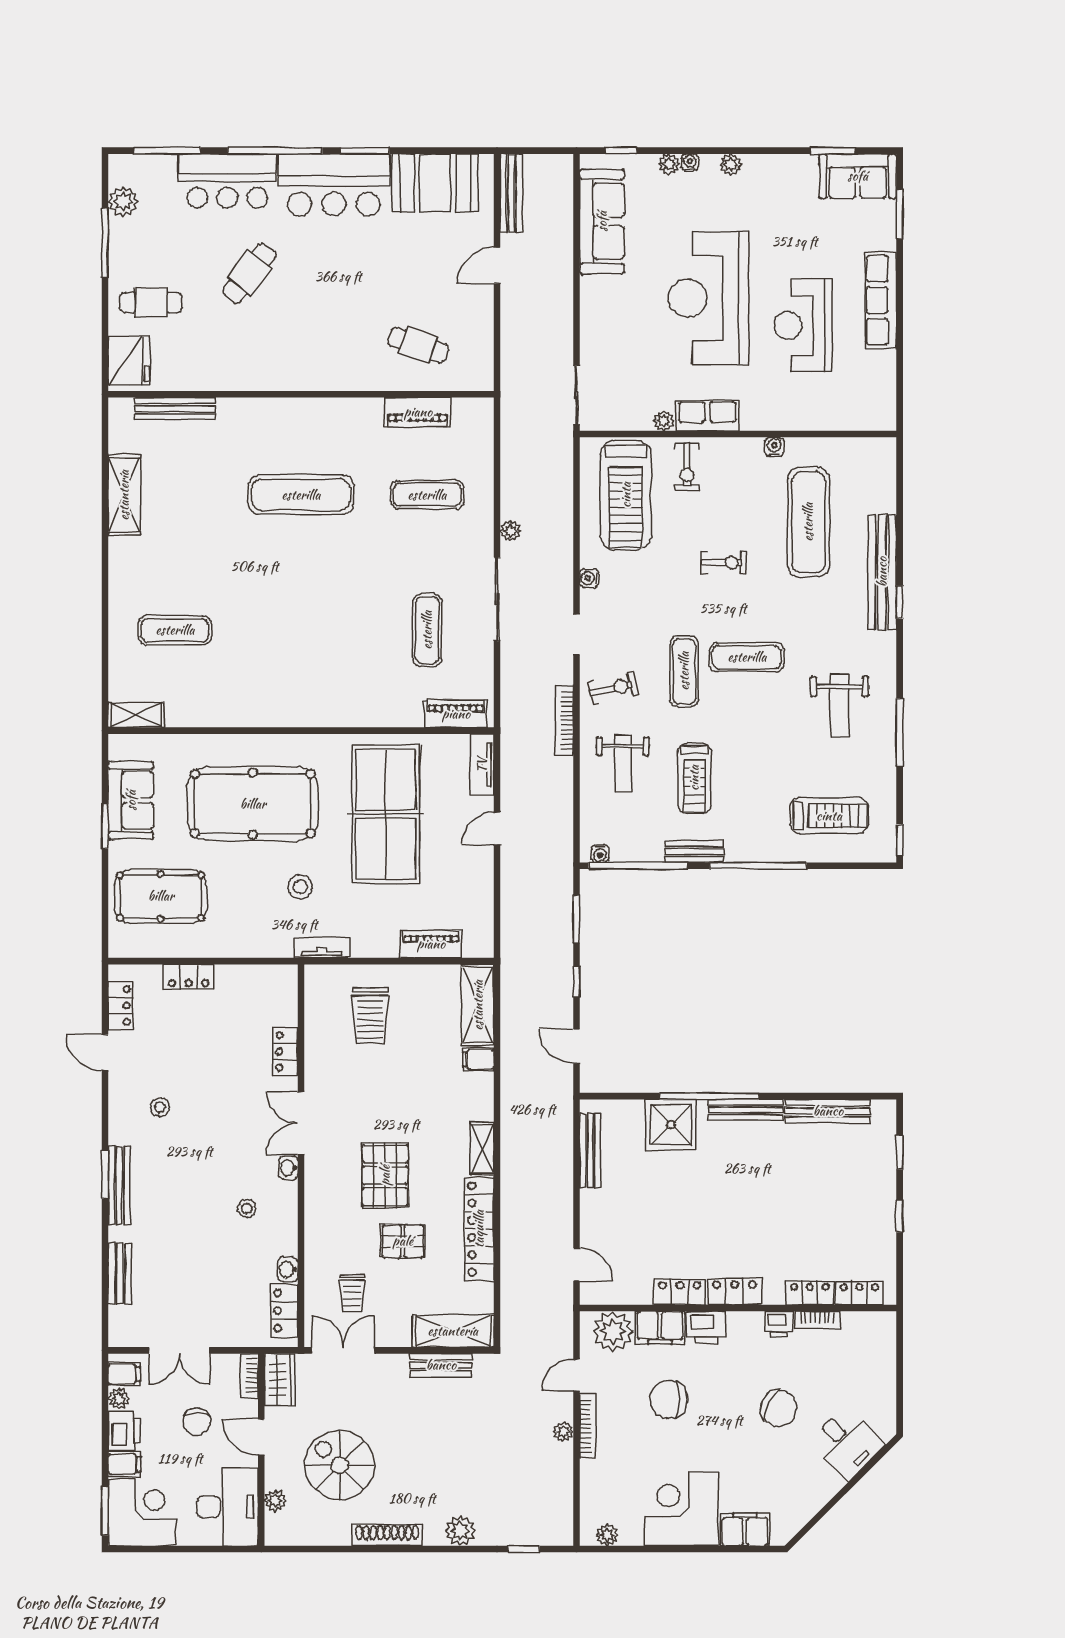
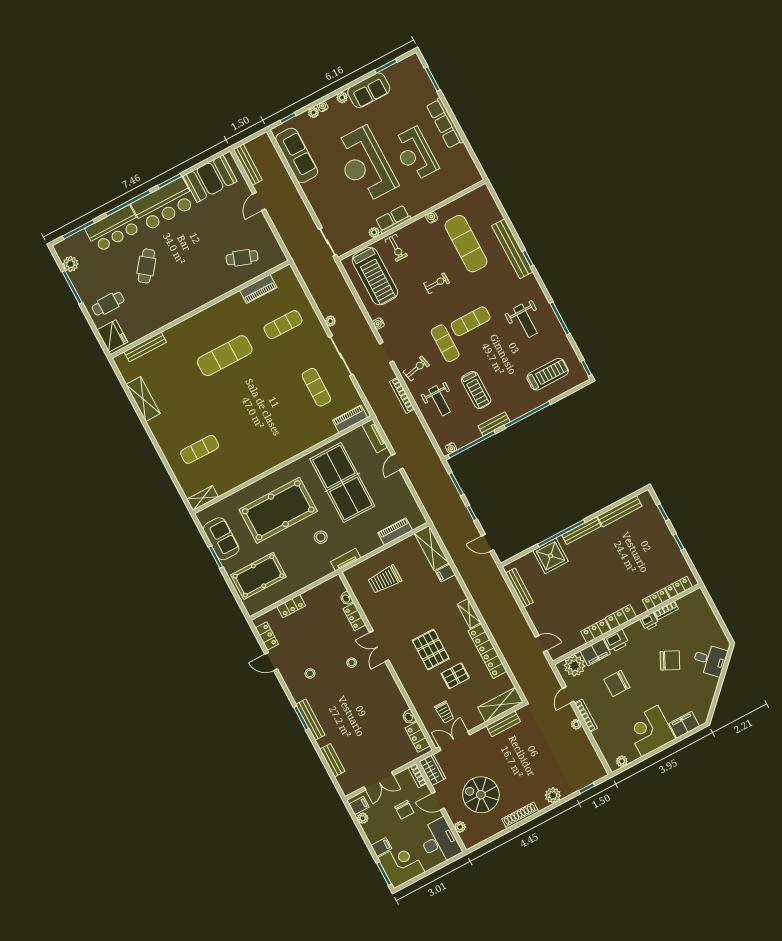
sofa: (858, 176) -> (369, 90), moved
trolley: (370, 1016) -> (385, 579), turned 90
washbasin: (288, 1168) -> (346, 598), moved
stool: (247, 1208) -> (352, 663), moved
printer: (124, 1431) -> (373, 832), removed

